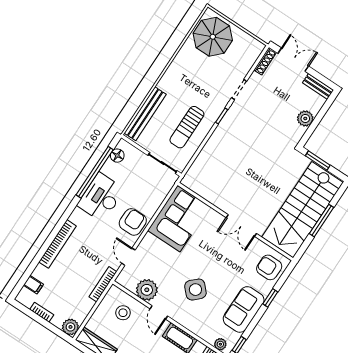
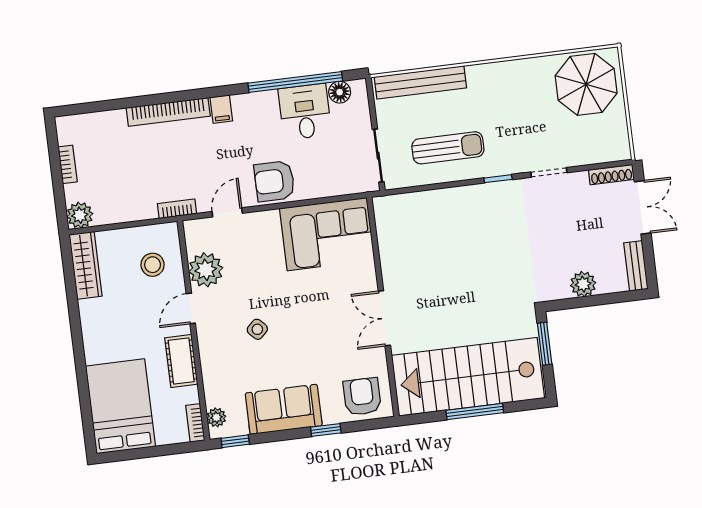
sun lounger: (187, 127) -> (448, 148), turned 180
desk: (101, 197) -> (305, 112), moved, width x0.73
armchair: (133, 222) -> (274, 181), turned 180
bookcase: (103, 284) -> (177, 209), width x0.64
filing cabinet: (33, 285) -> (221, 109), moved
side table: (195, 290) -> (257, 329), width x0.54, depth x0.54

